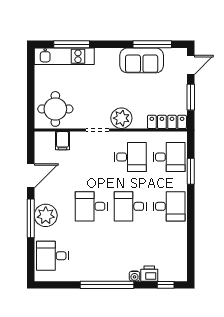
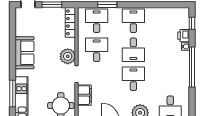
window: (152, 44) -> (13, 33), removed
sofa: (142, 60) -> (25, 53), moved
filing cabinet: (63, 141) -> (84, 95), width x2.00
desk: (91, 206) -> (133, 79), turned 180

